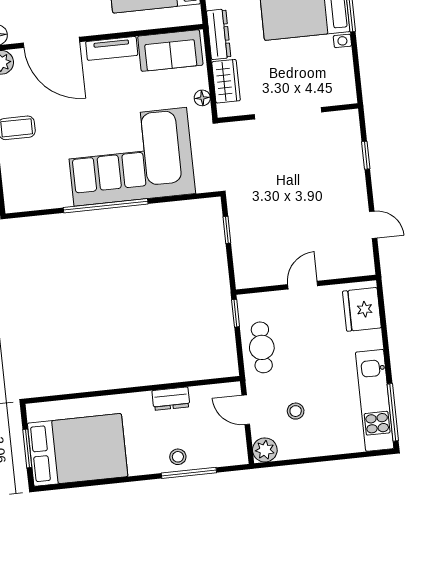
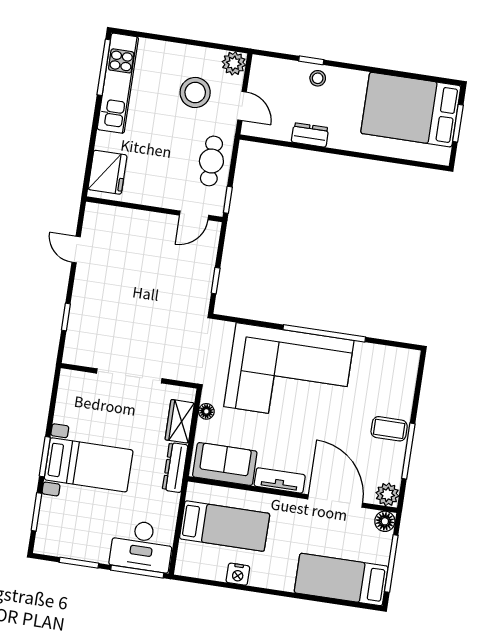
door: (303, 285) -> (194, 215), moved
stool: (296, 411) -> (195, 93), width x1.89, depth x1.89
window: (189, 473) -> (311, 60), width x0.46

